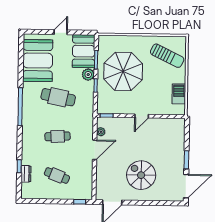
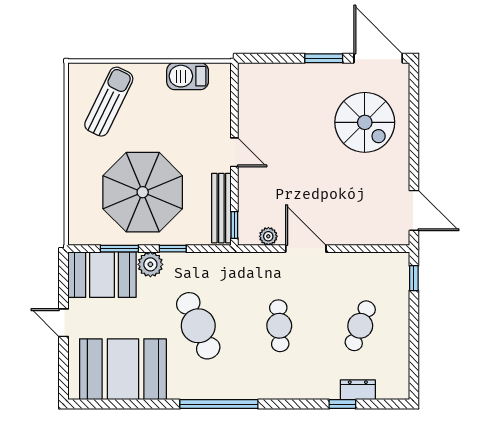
cafe table: (58, 97) -> (198, 326), turned -36
bench: (115, 109) -> (221, 208), added
spiral stairs: (141, 175) -> (365, 122), moved, turned -90

